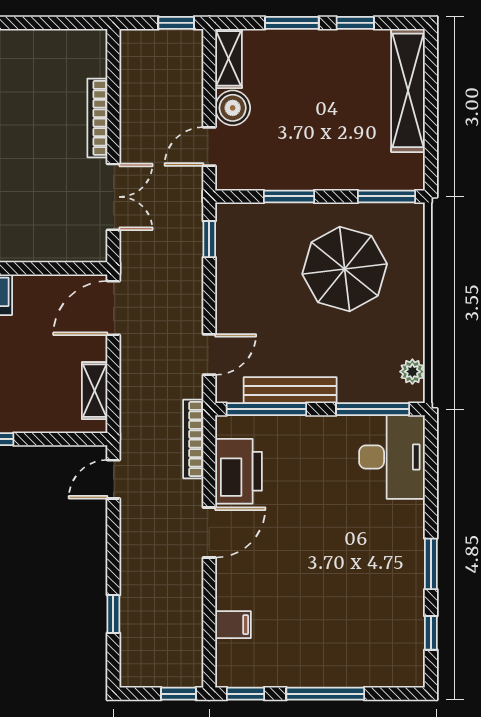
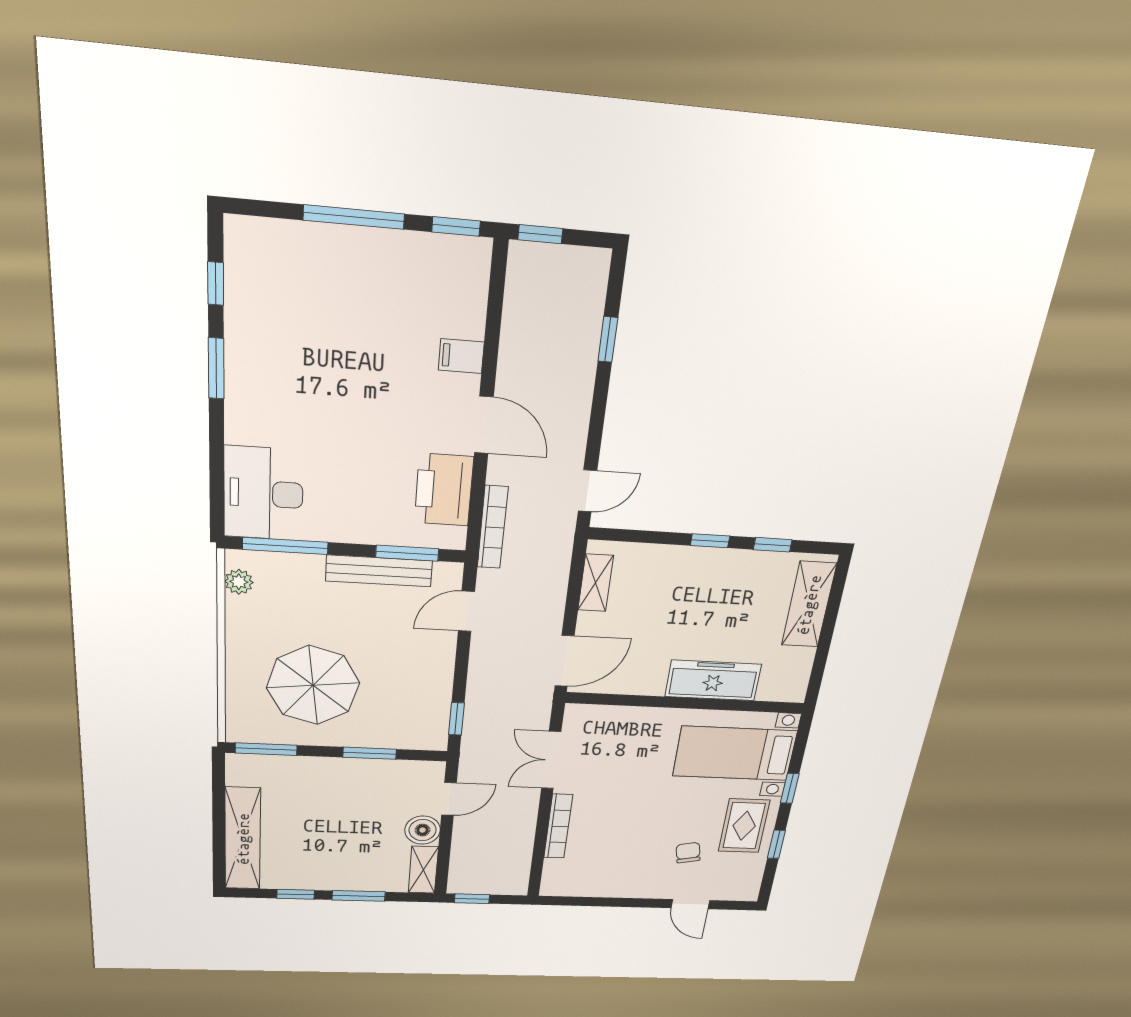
window: (266, 409) -> (407, 553), width x0.69
door: (209, 532) -> (484, 425), swing flipped
filing cabinet: (233, 625) -> (461, 356), moved

